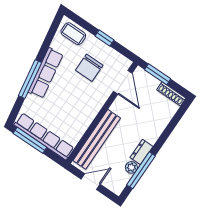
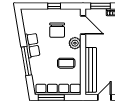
coffee table: (73, 34) -> (66, 63), moved
row of seats: (46, 73) -> (32, 45), width x0.68
plant: (99, 97) -> (75, 43), added

